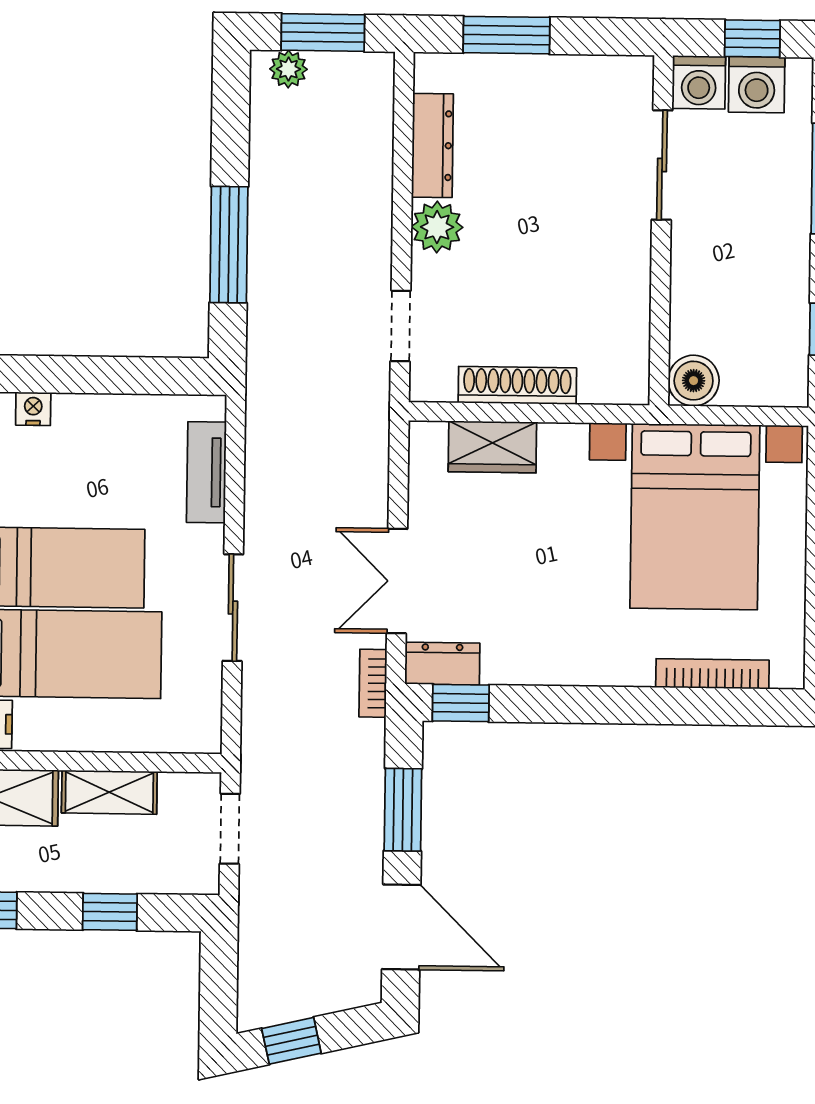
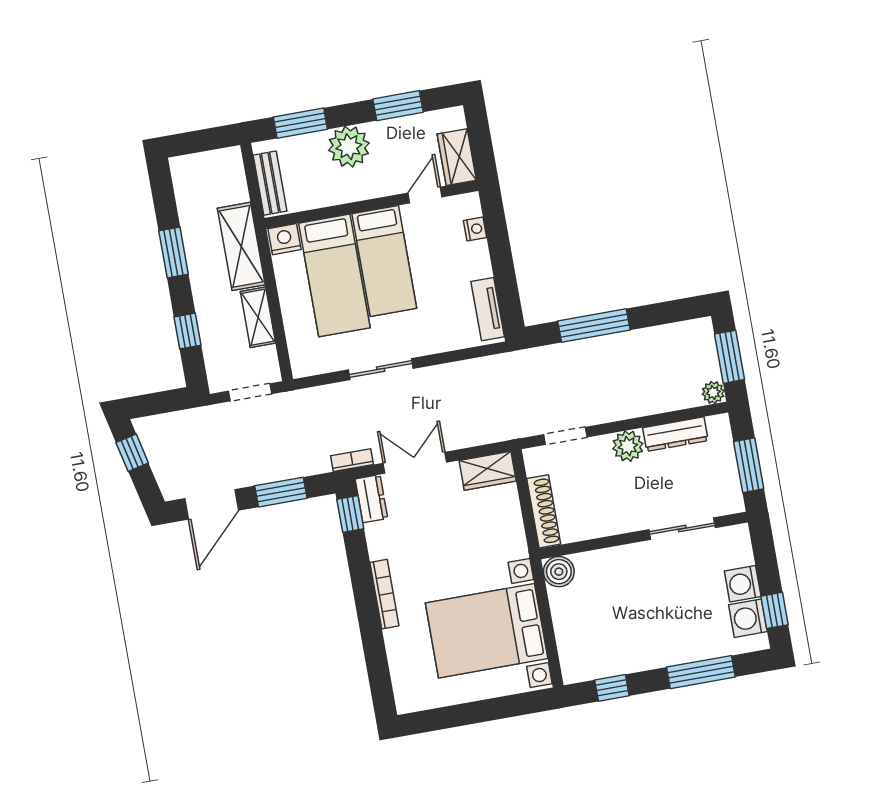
plant: (288, 69) -> (713, 393), moved
sliding door: (662, 165) -> (682, 529), moved
wall: (661, 231) -> (644, 535), moved
boiler: (694, 381) -> (559, 572), moved
wardrobe: (492, 447) -> (488, 471), moved, turned -90
tv unit: (206, 472) -> (488, 309), moved, turned -90
bookcase: (712, 674) -> (384, 594), moved

